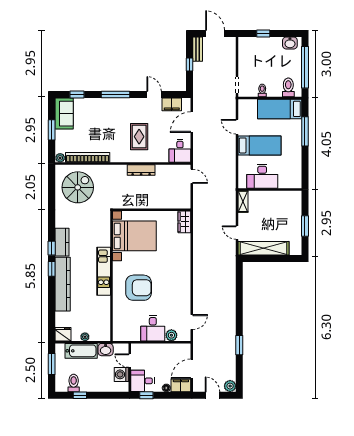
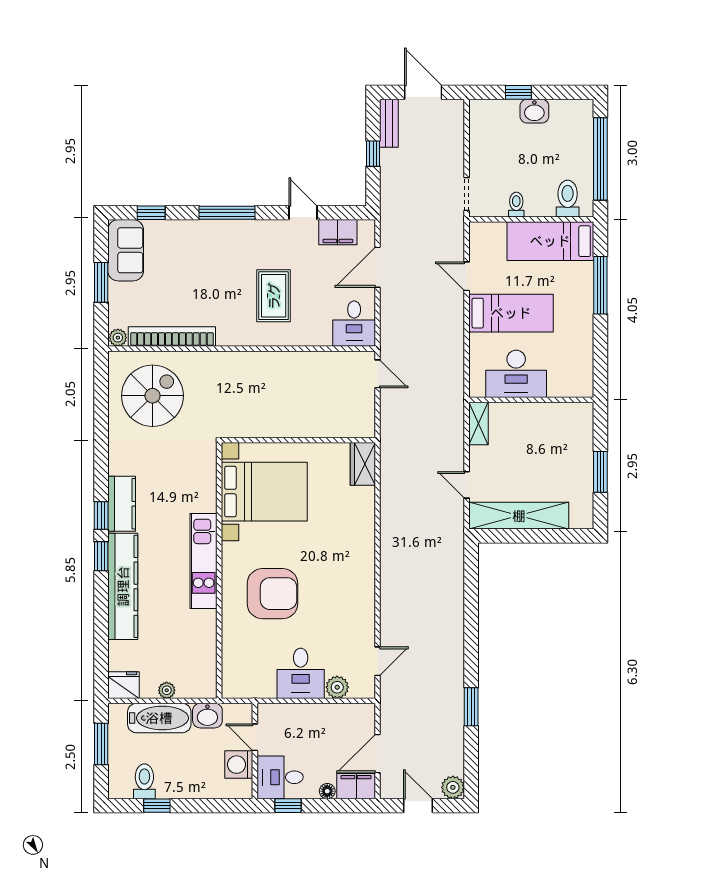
washbasin: (290, 43) -> (534, 111), moved
dresser: (141, 170) -> (277, 362), removed

